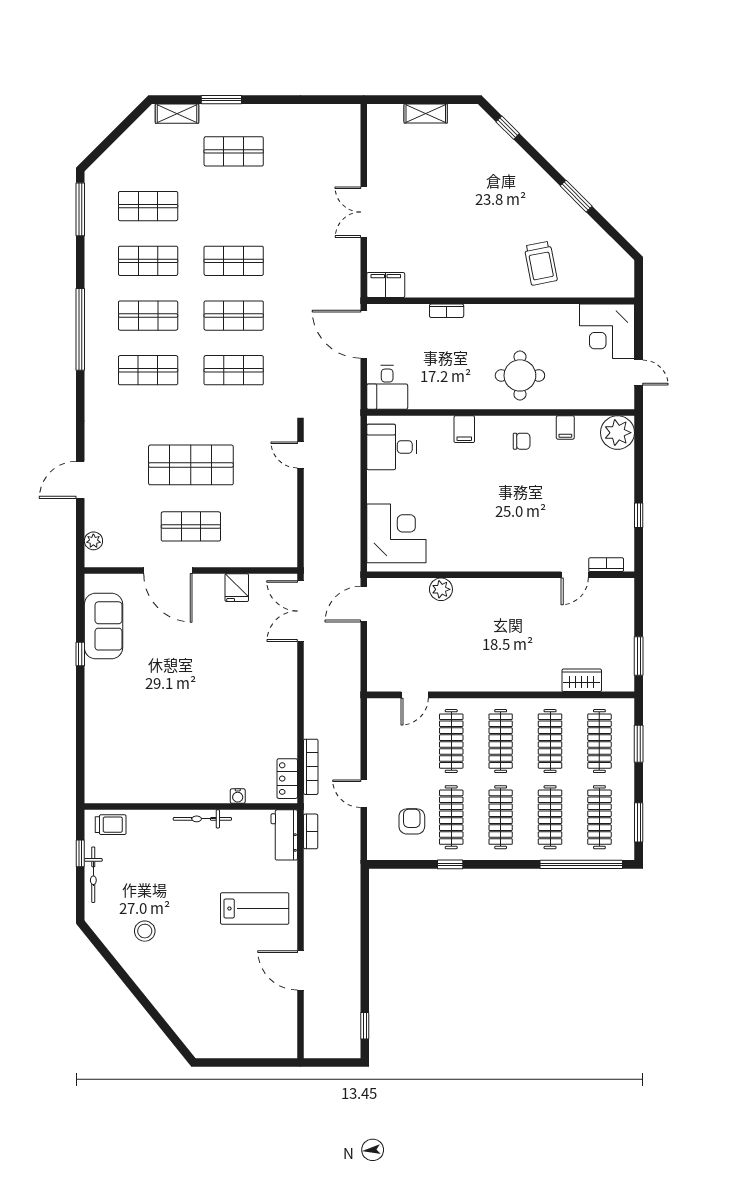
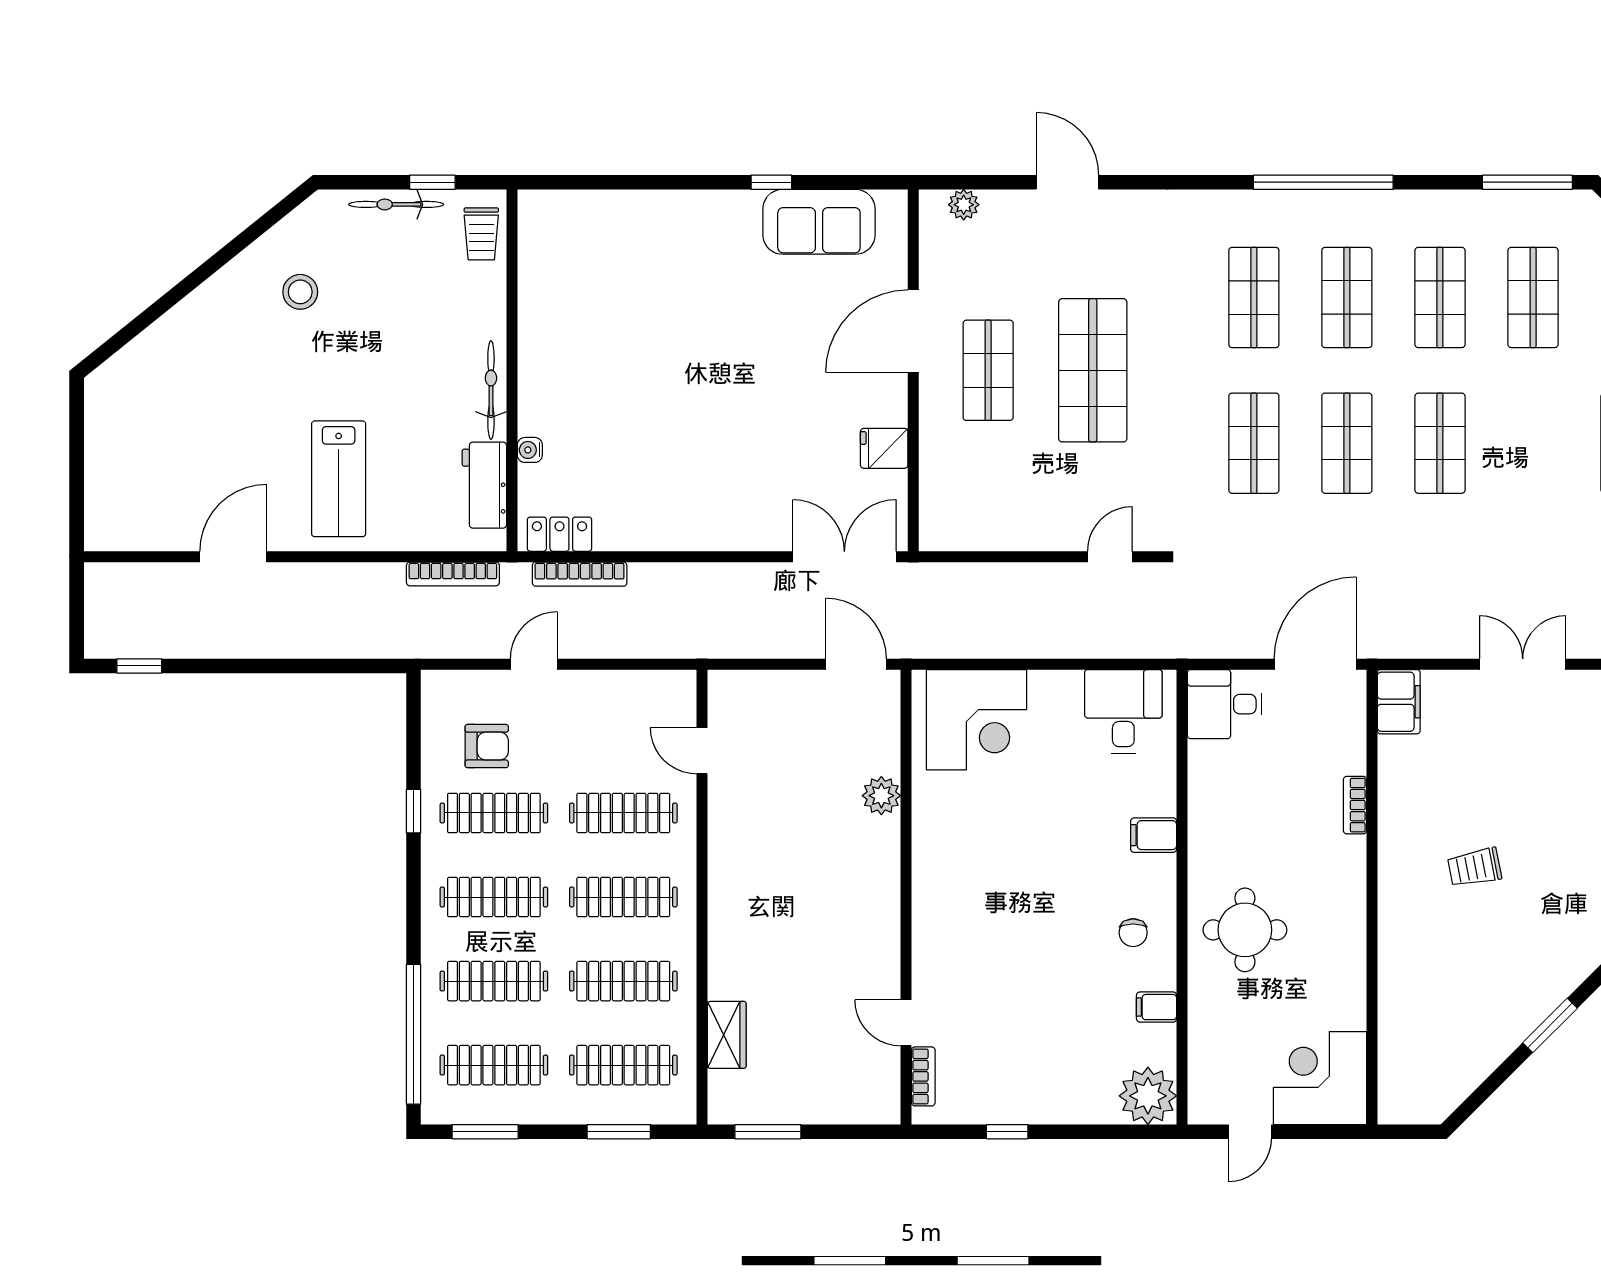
trolley: (541, 263) -> (1475, 867), moved, width x0.73, depth x0.72
bookcase: (311, 831) -> (453, 574), width x1.56
workbench: (284, 835) -> (484, 485), moved, turned -90

